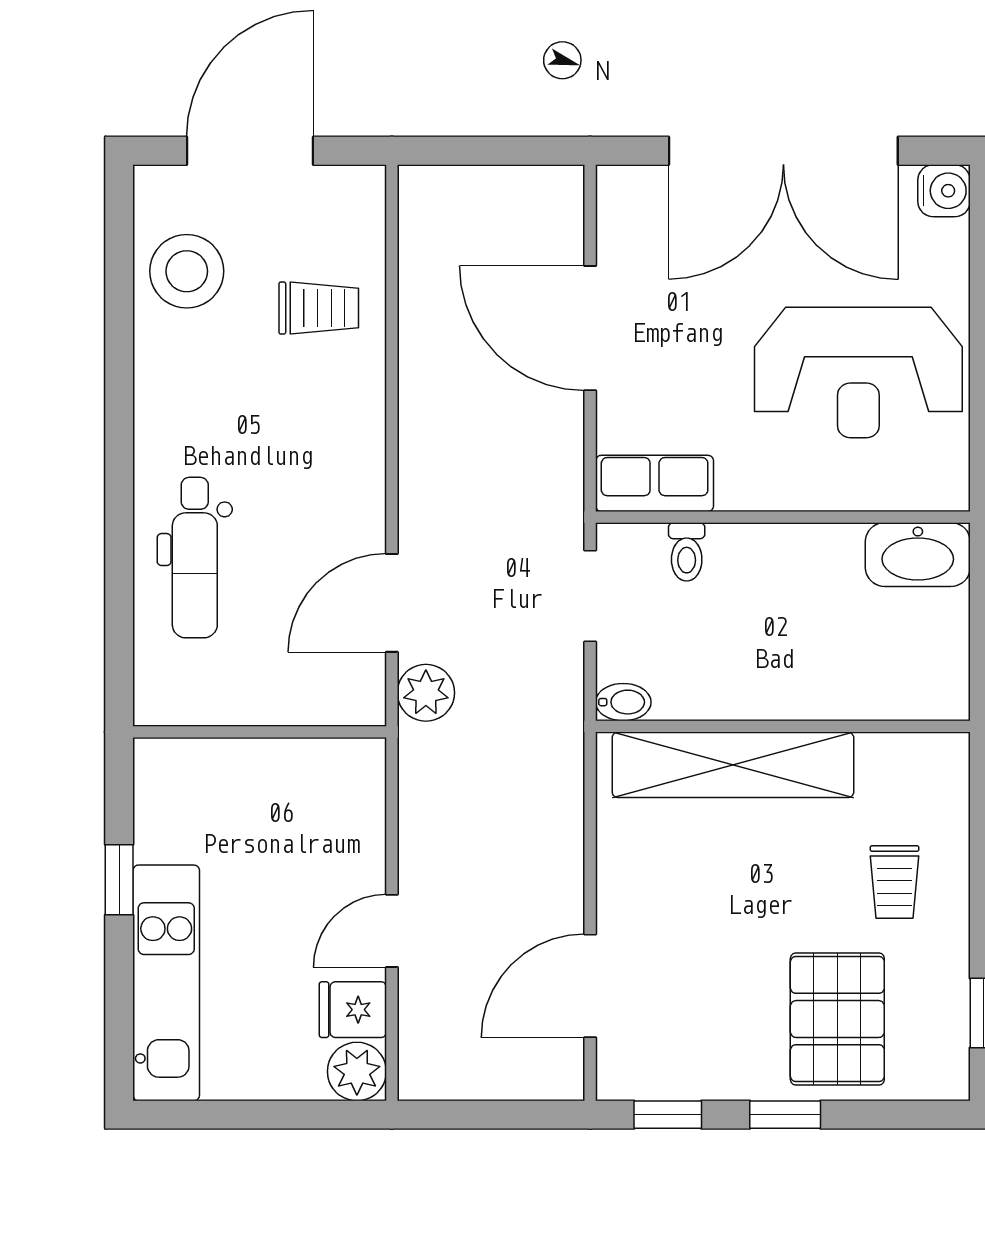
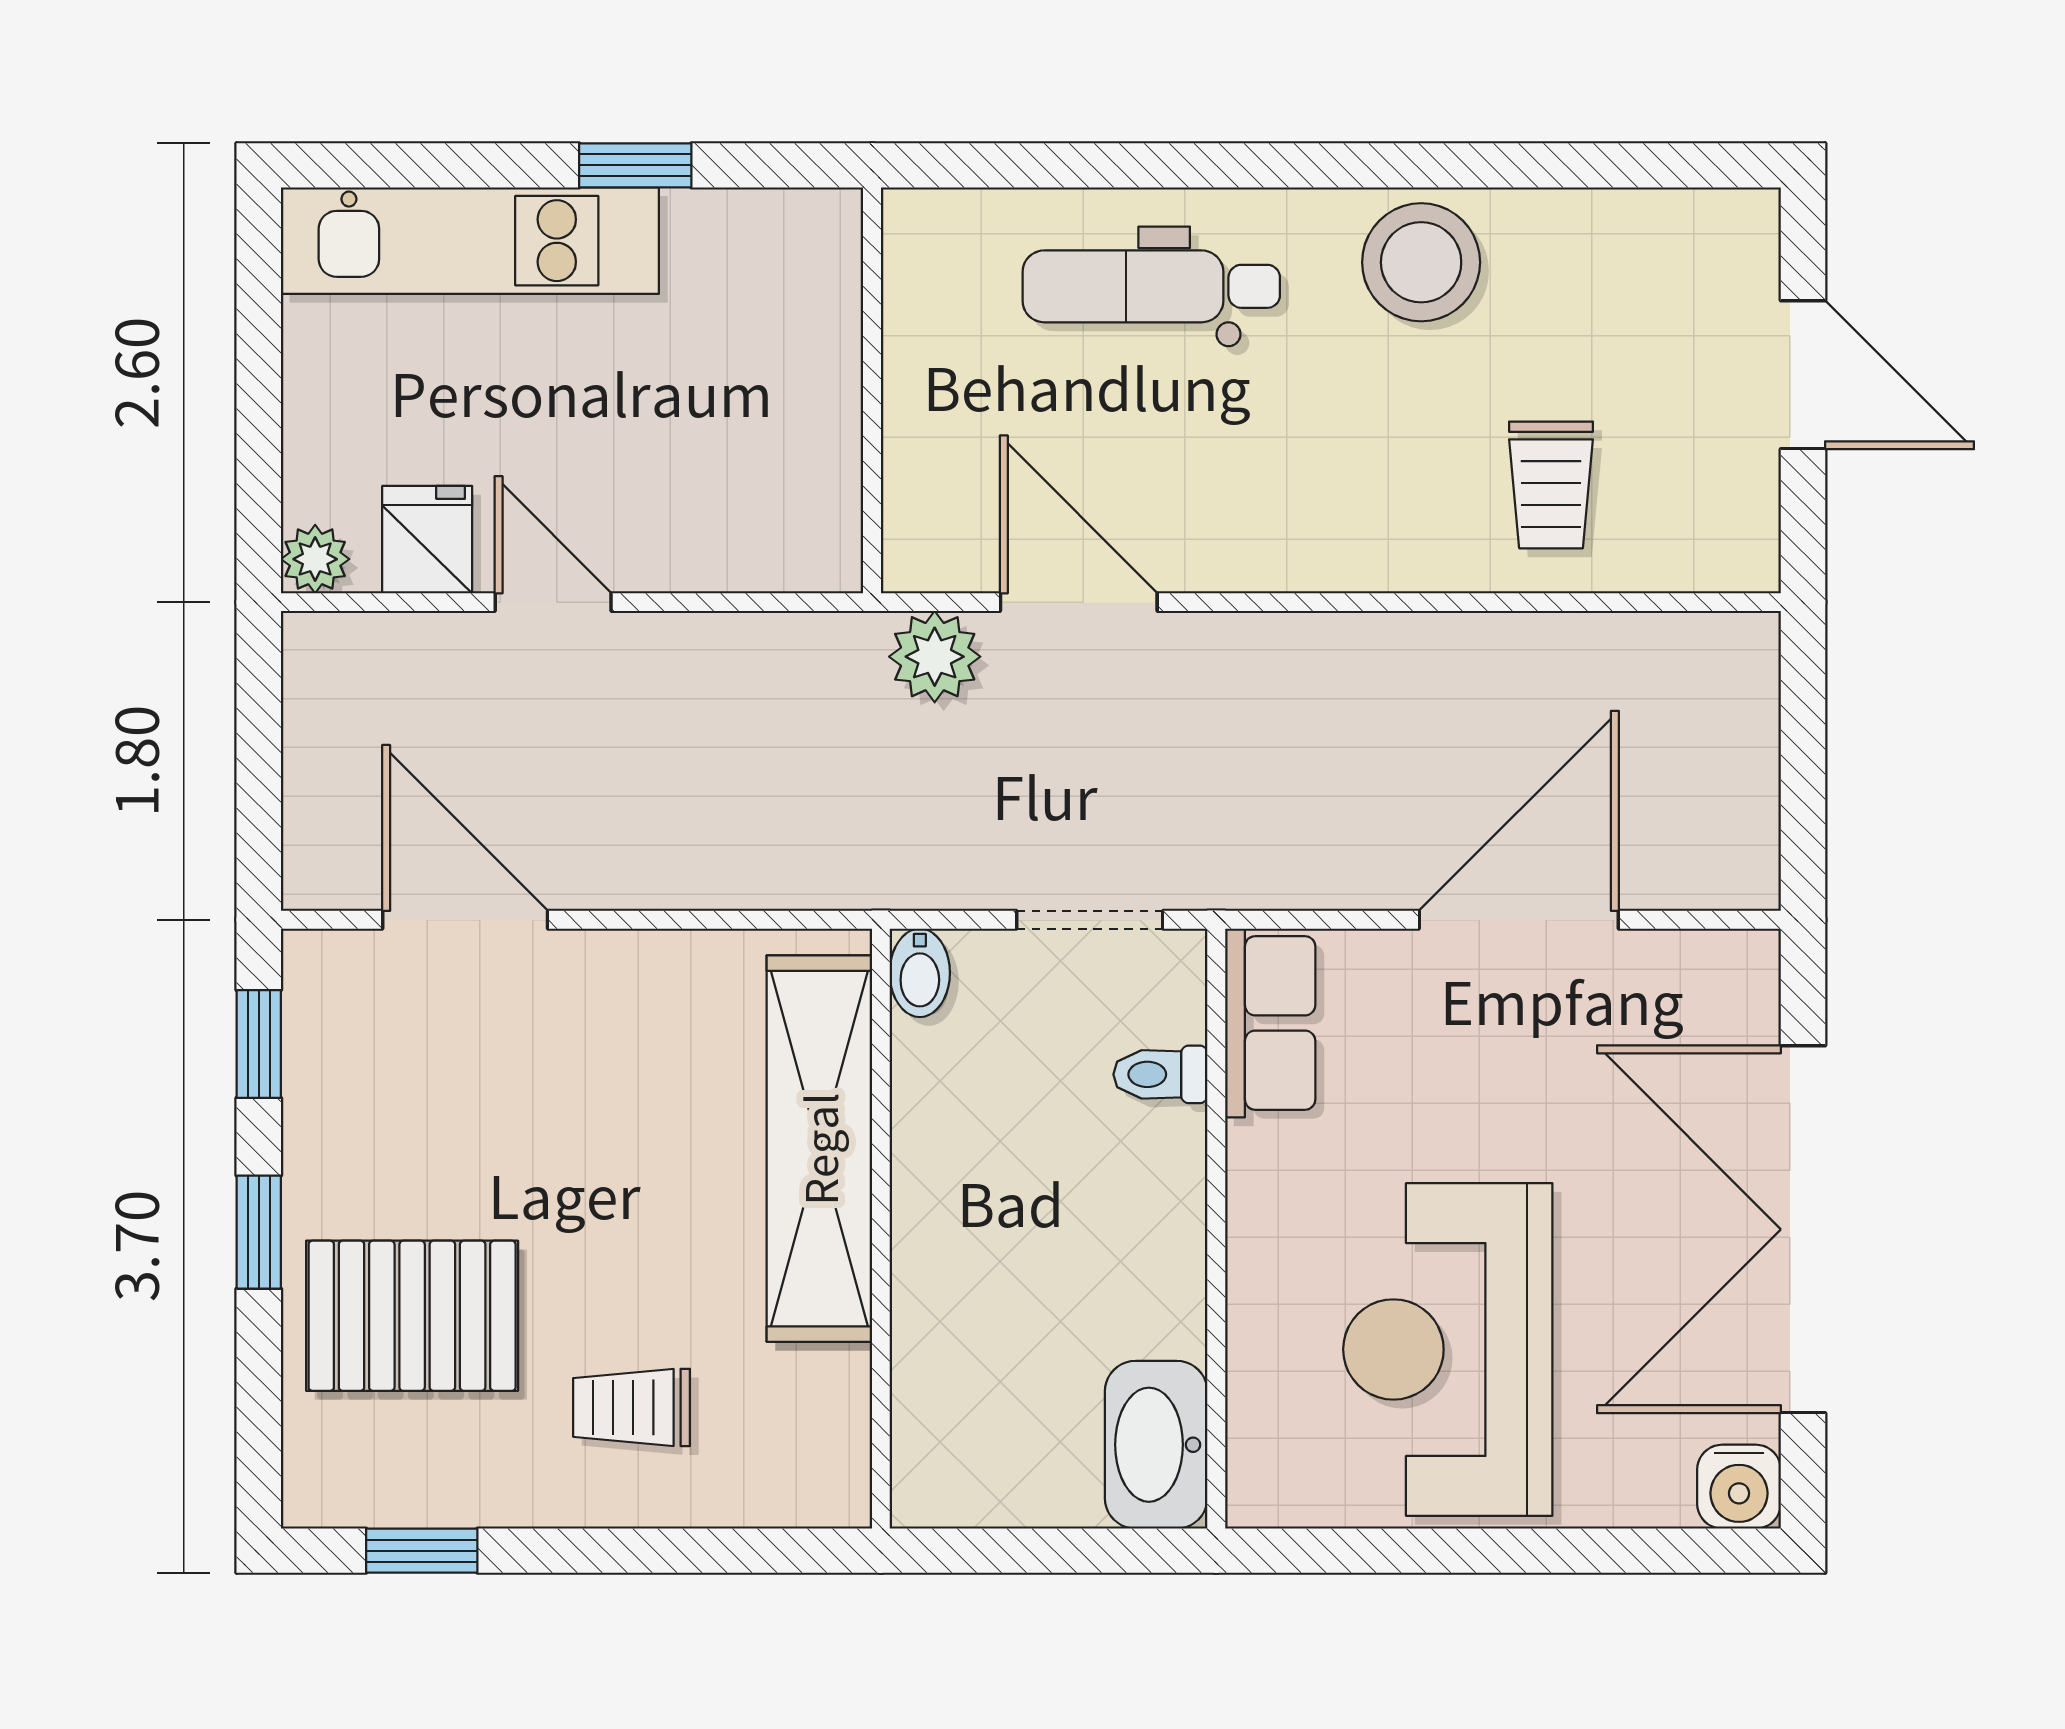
door: (250, 151) -> (1803, 375), width x0.73
stool: (187, 271) -> (1421, 262), moved
plant: (357, 1071) -> (315, 559), width x0.73, depth x0.73

